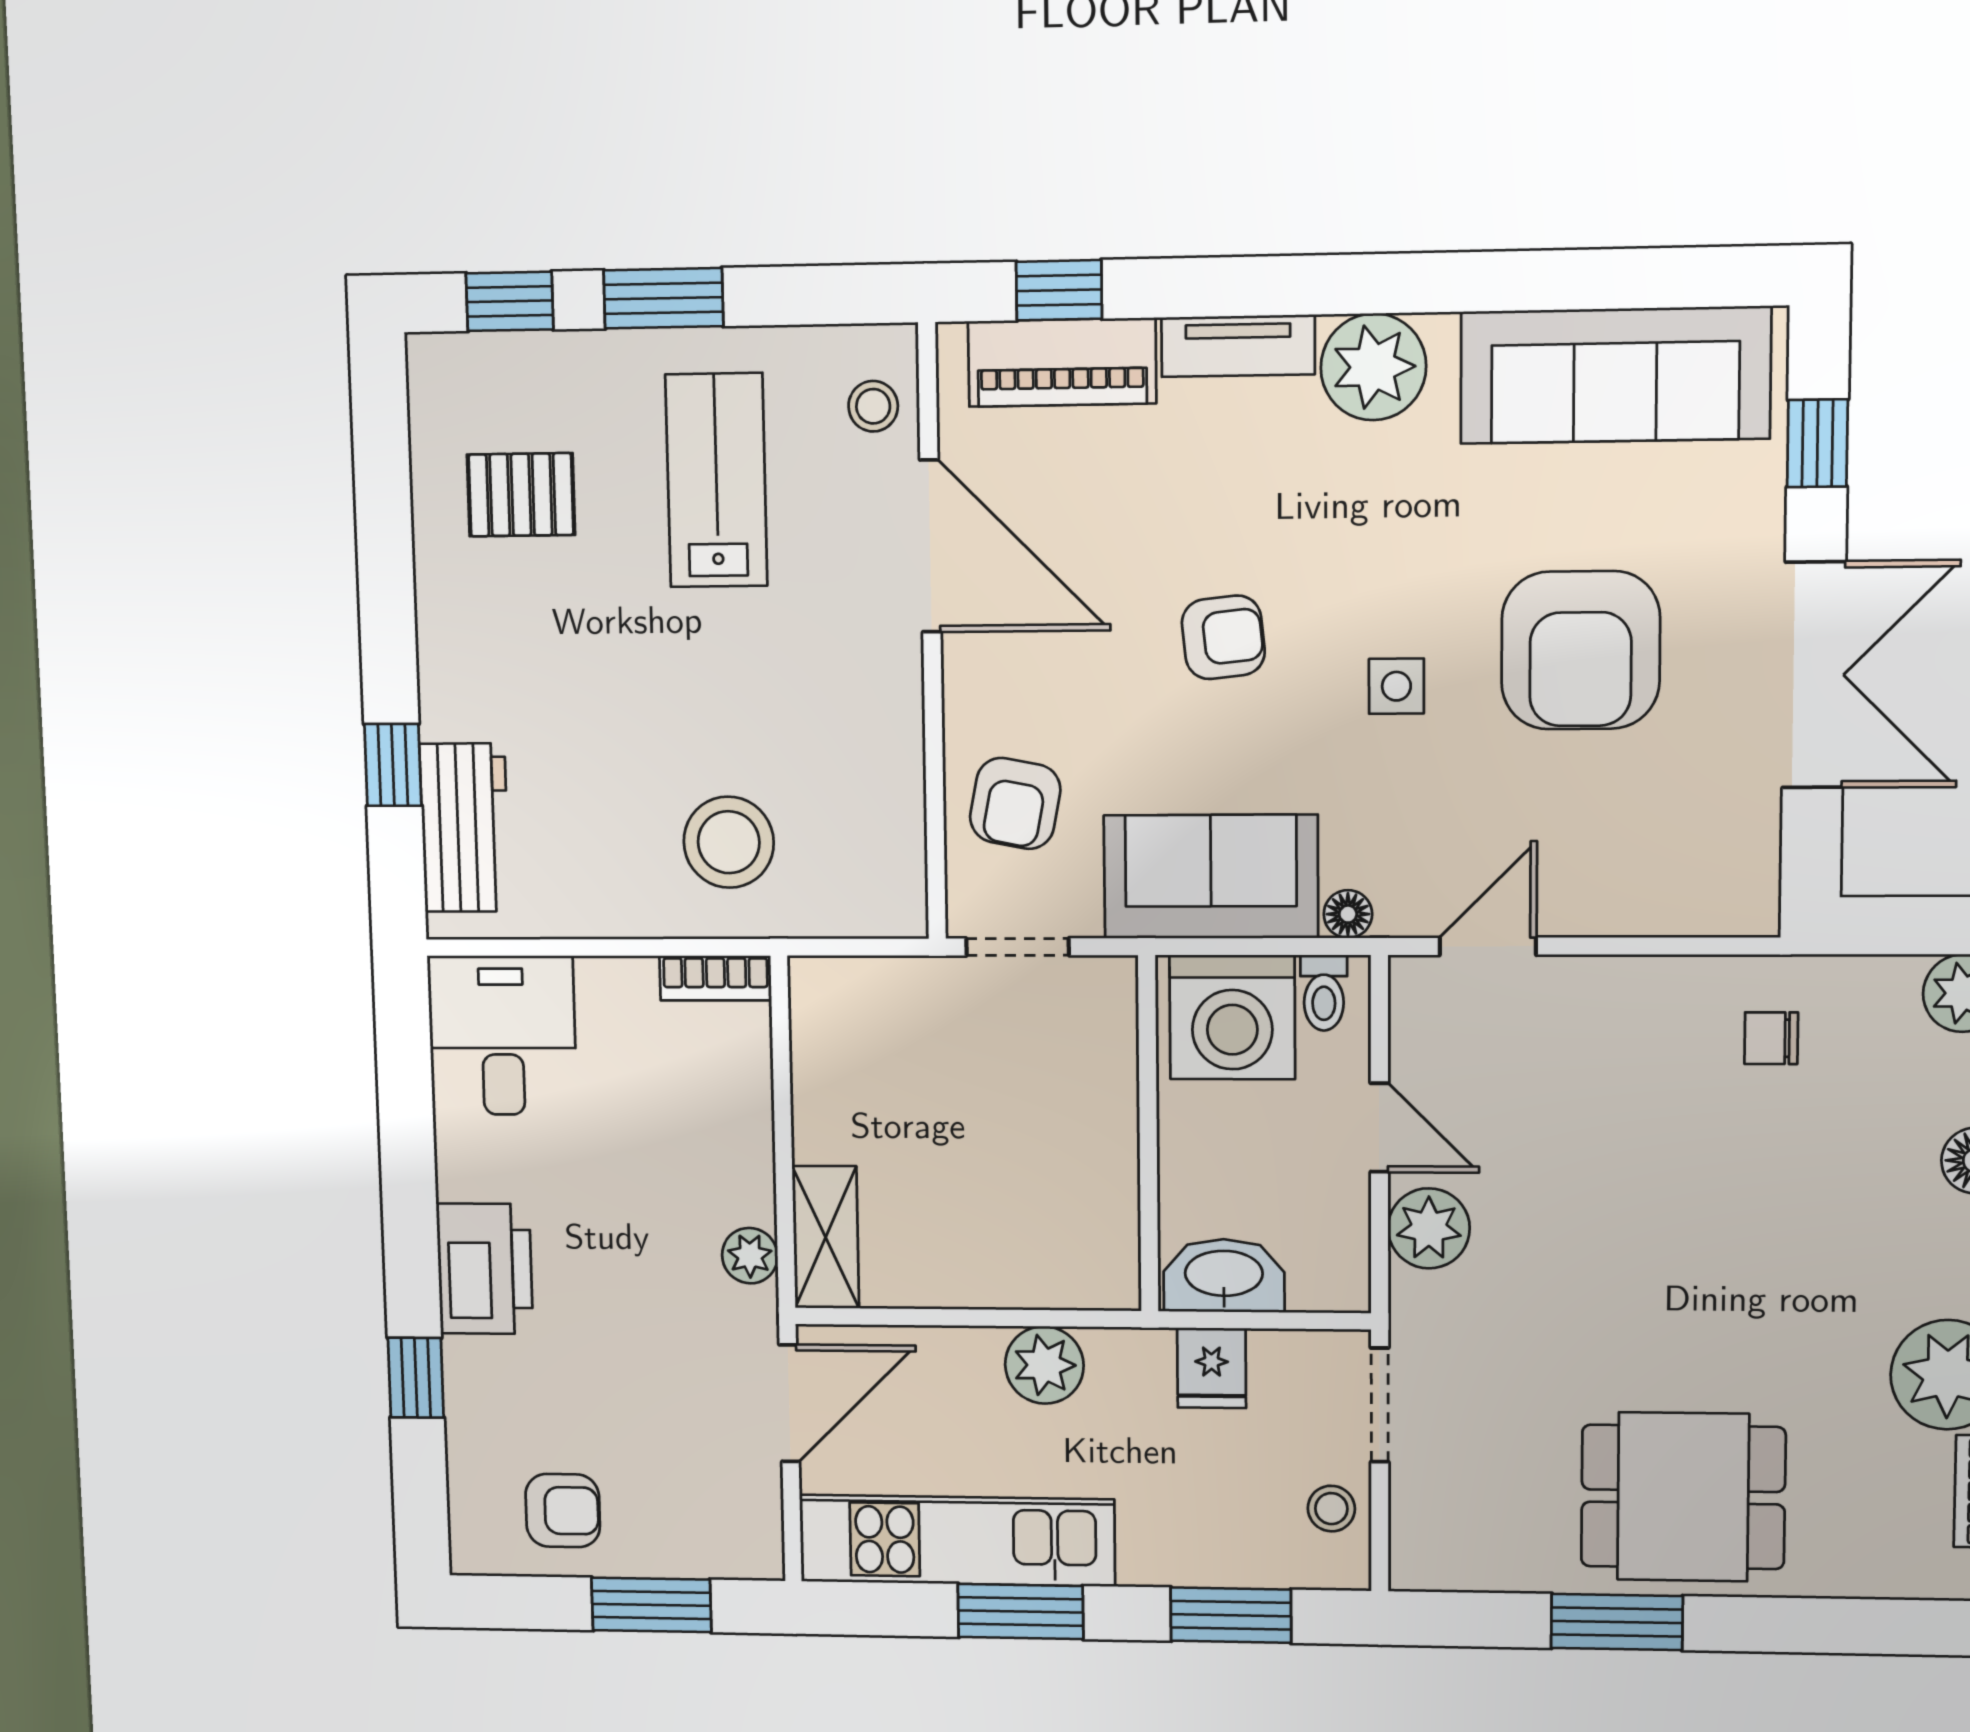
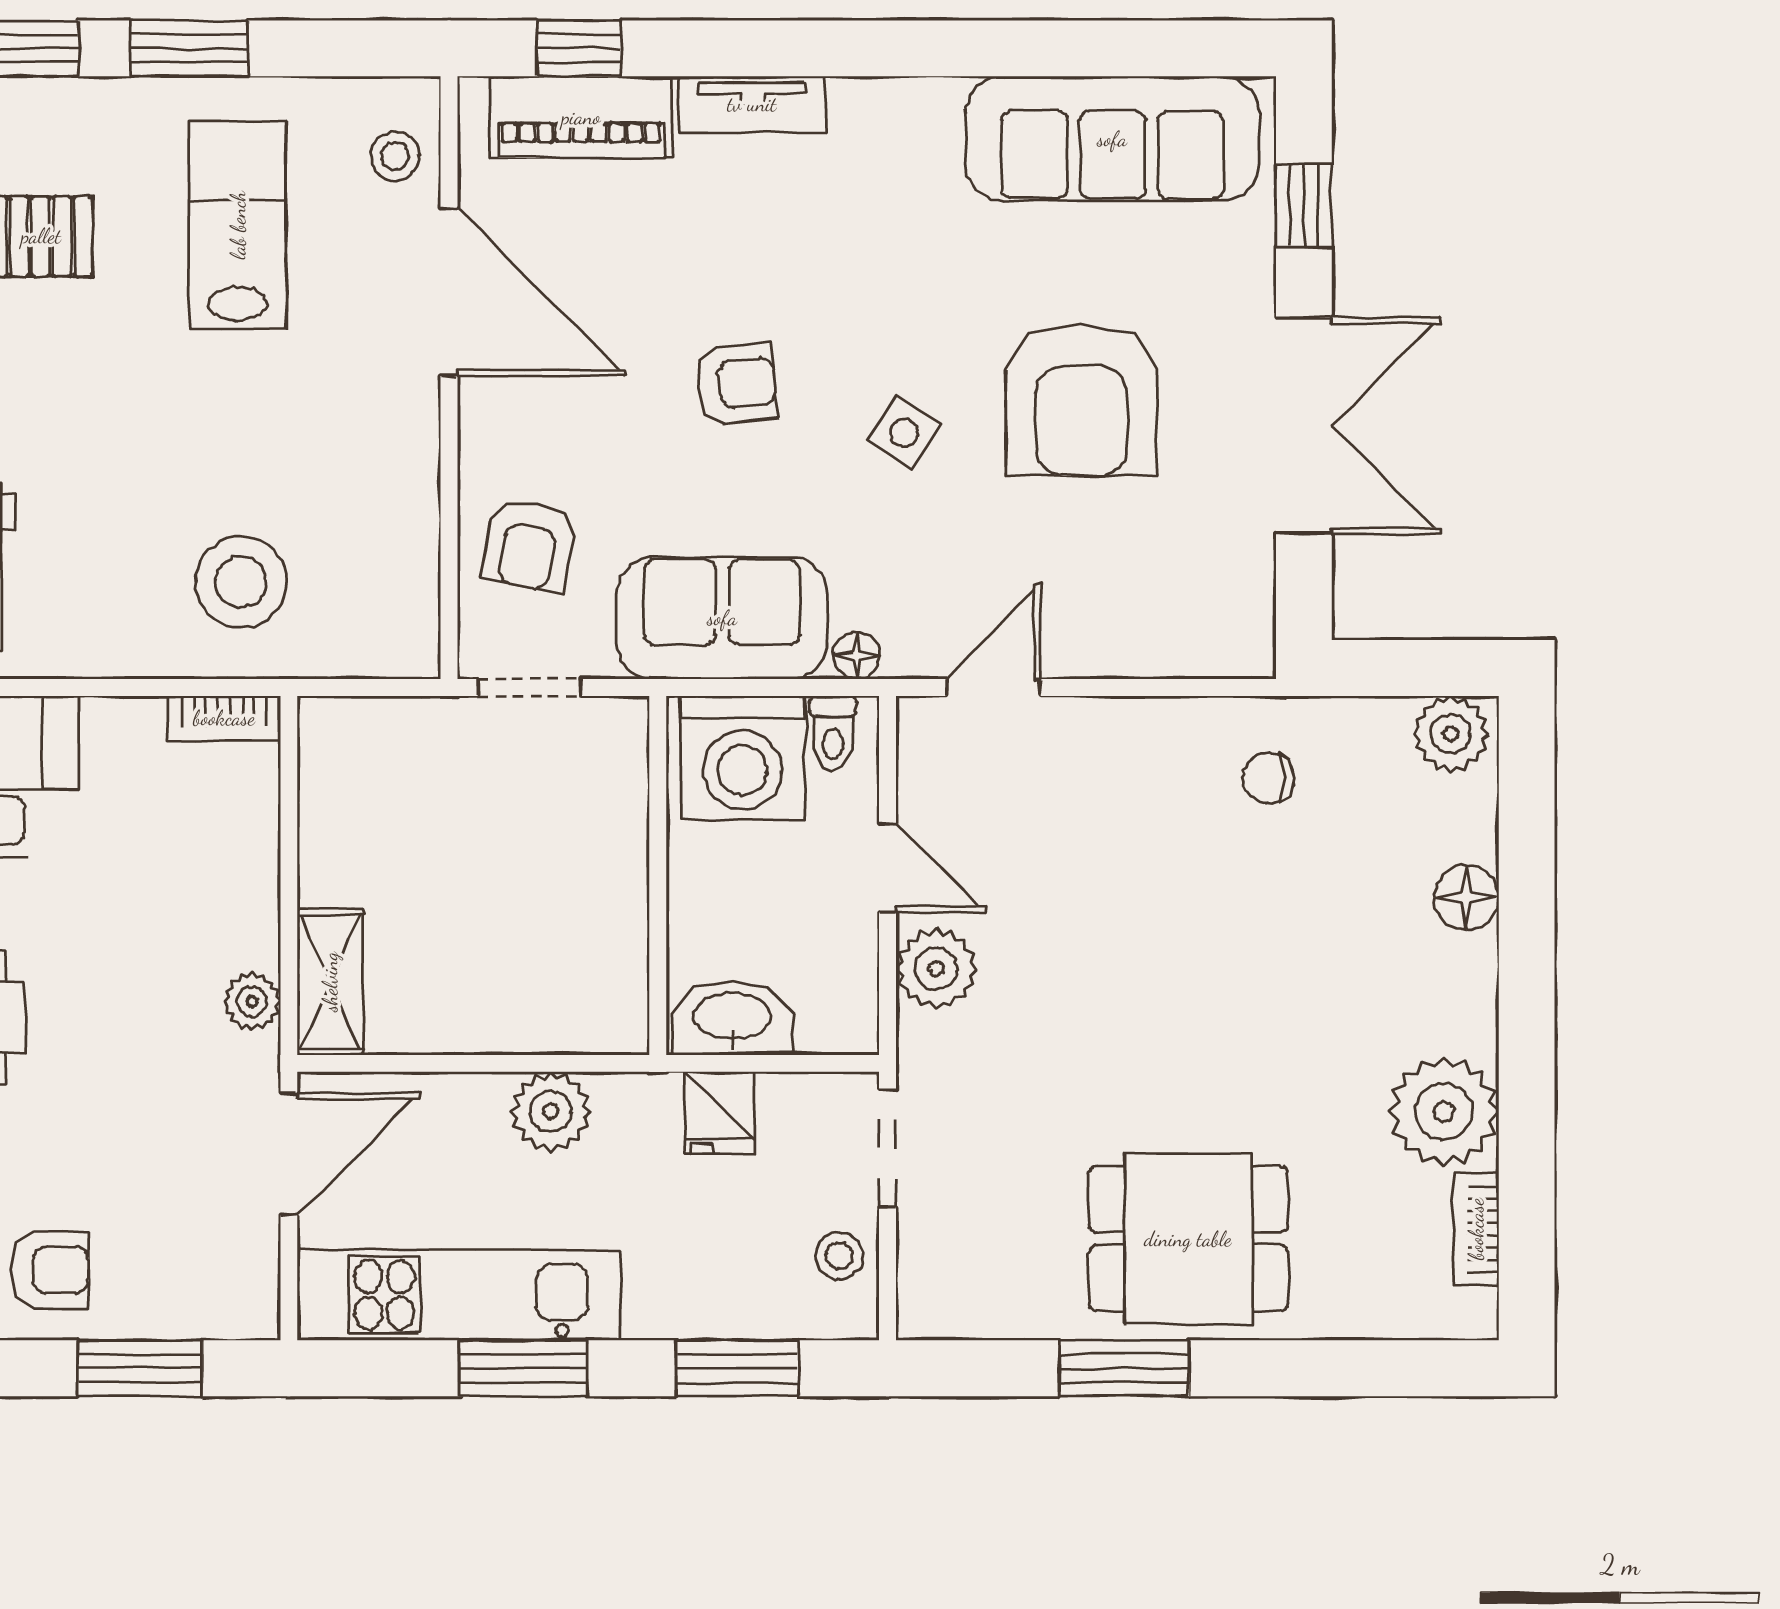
plant: (1373, 367) -> (882, 127), removed
side table: (1396, 686) -> (904, 433), turned 33

